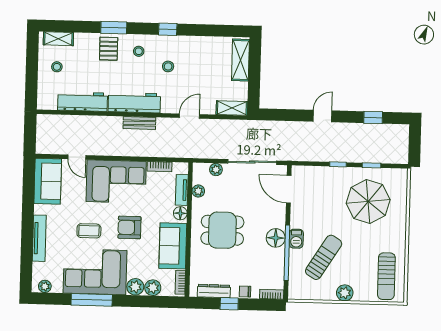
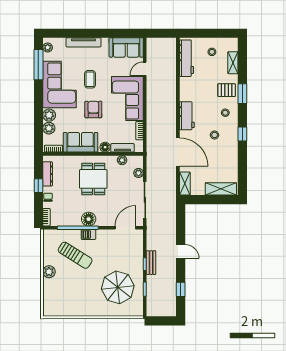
shelving: (58, 39) -> (233, 63), moved
workbench: (83, 102) -> (186, 58), moved
workbench: (134, 103) -> (187, 116), width x0.73
door: (189, 116) -> (178, 152), width x1.87
bench: (139, 123) -> (151, 263), moved
sun lounger: (386, 276) -> (62, 303), removed
window: (92, 300) -> (38, 65), moved

